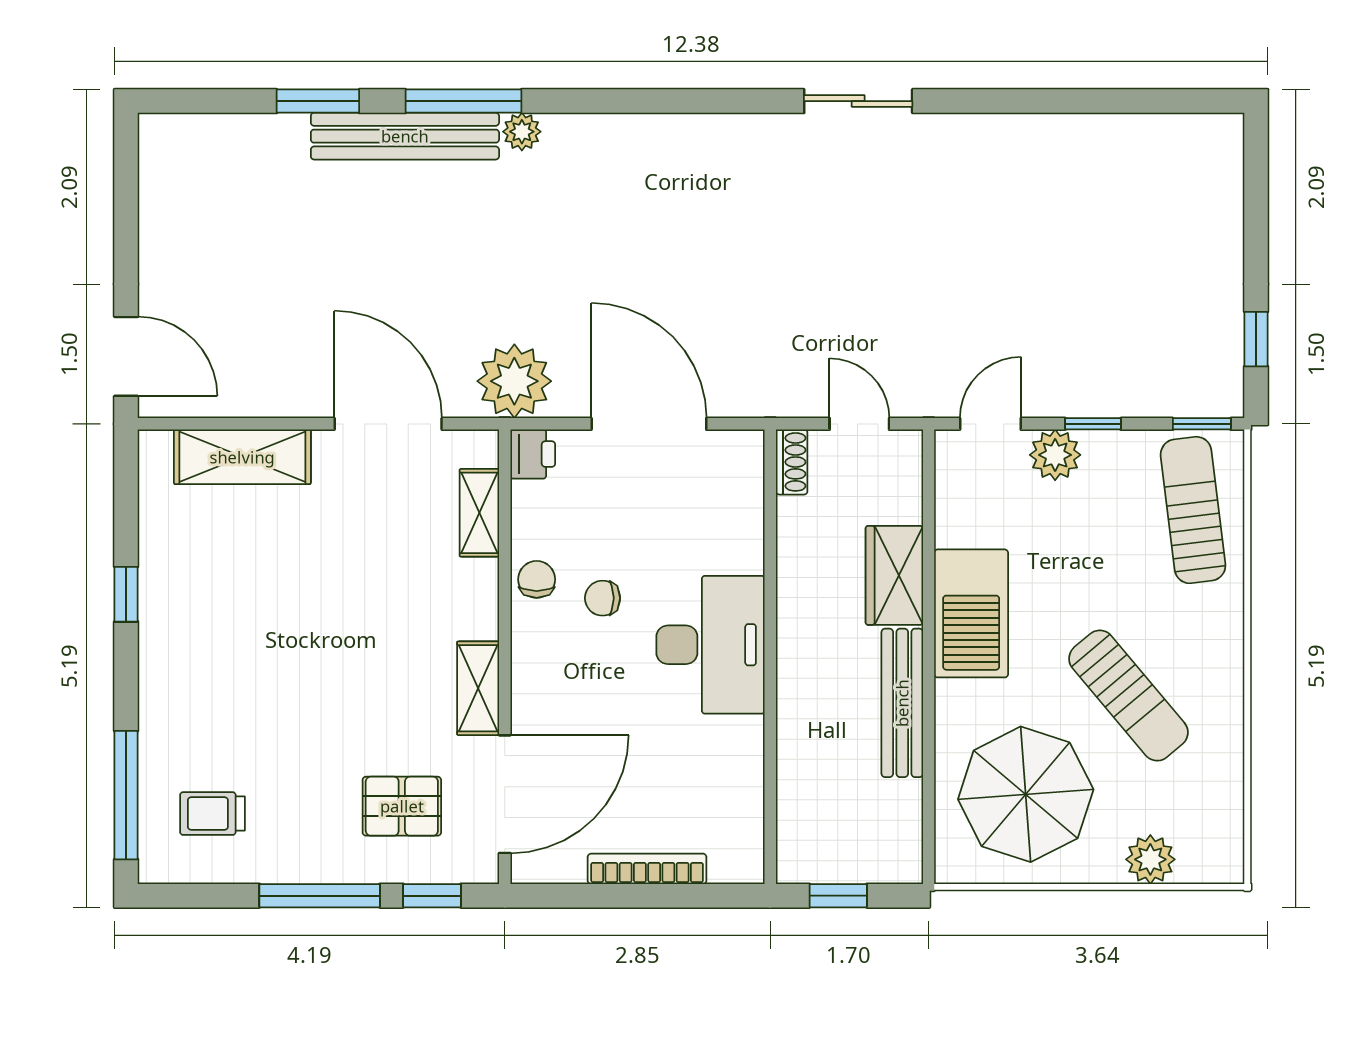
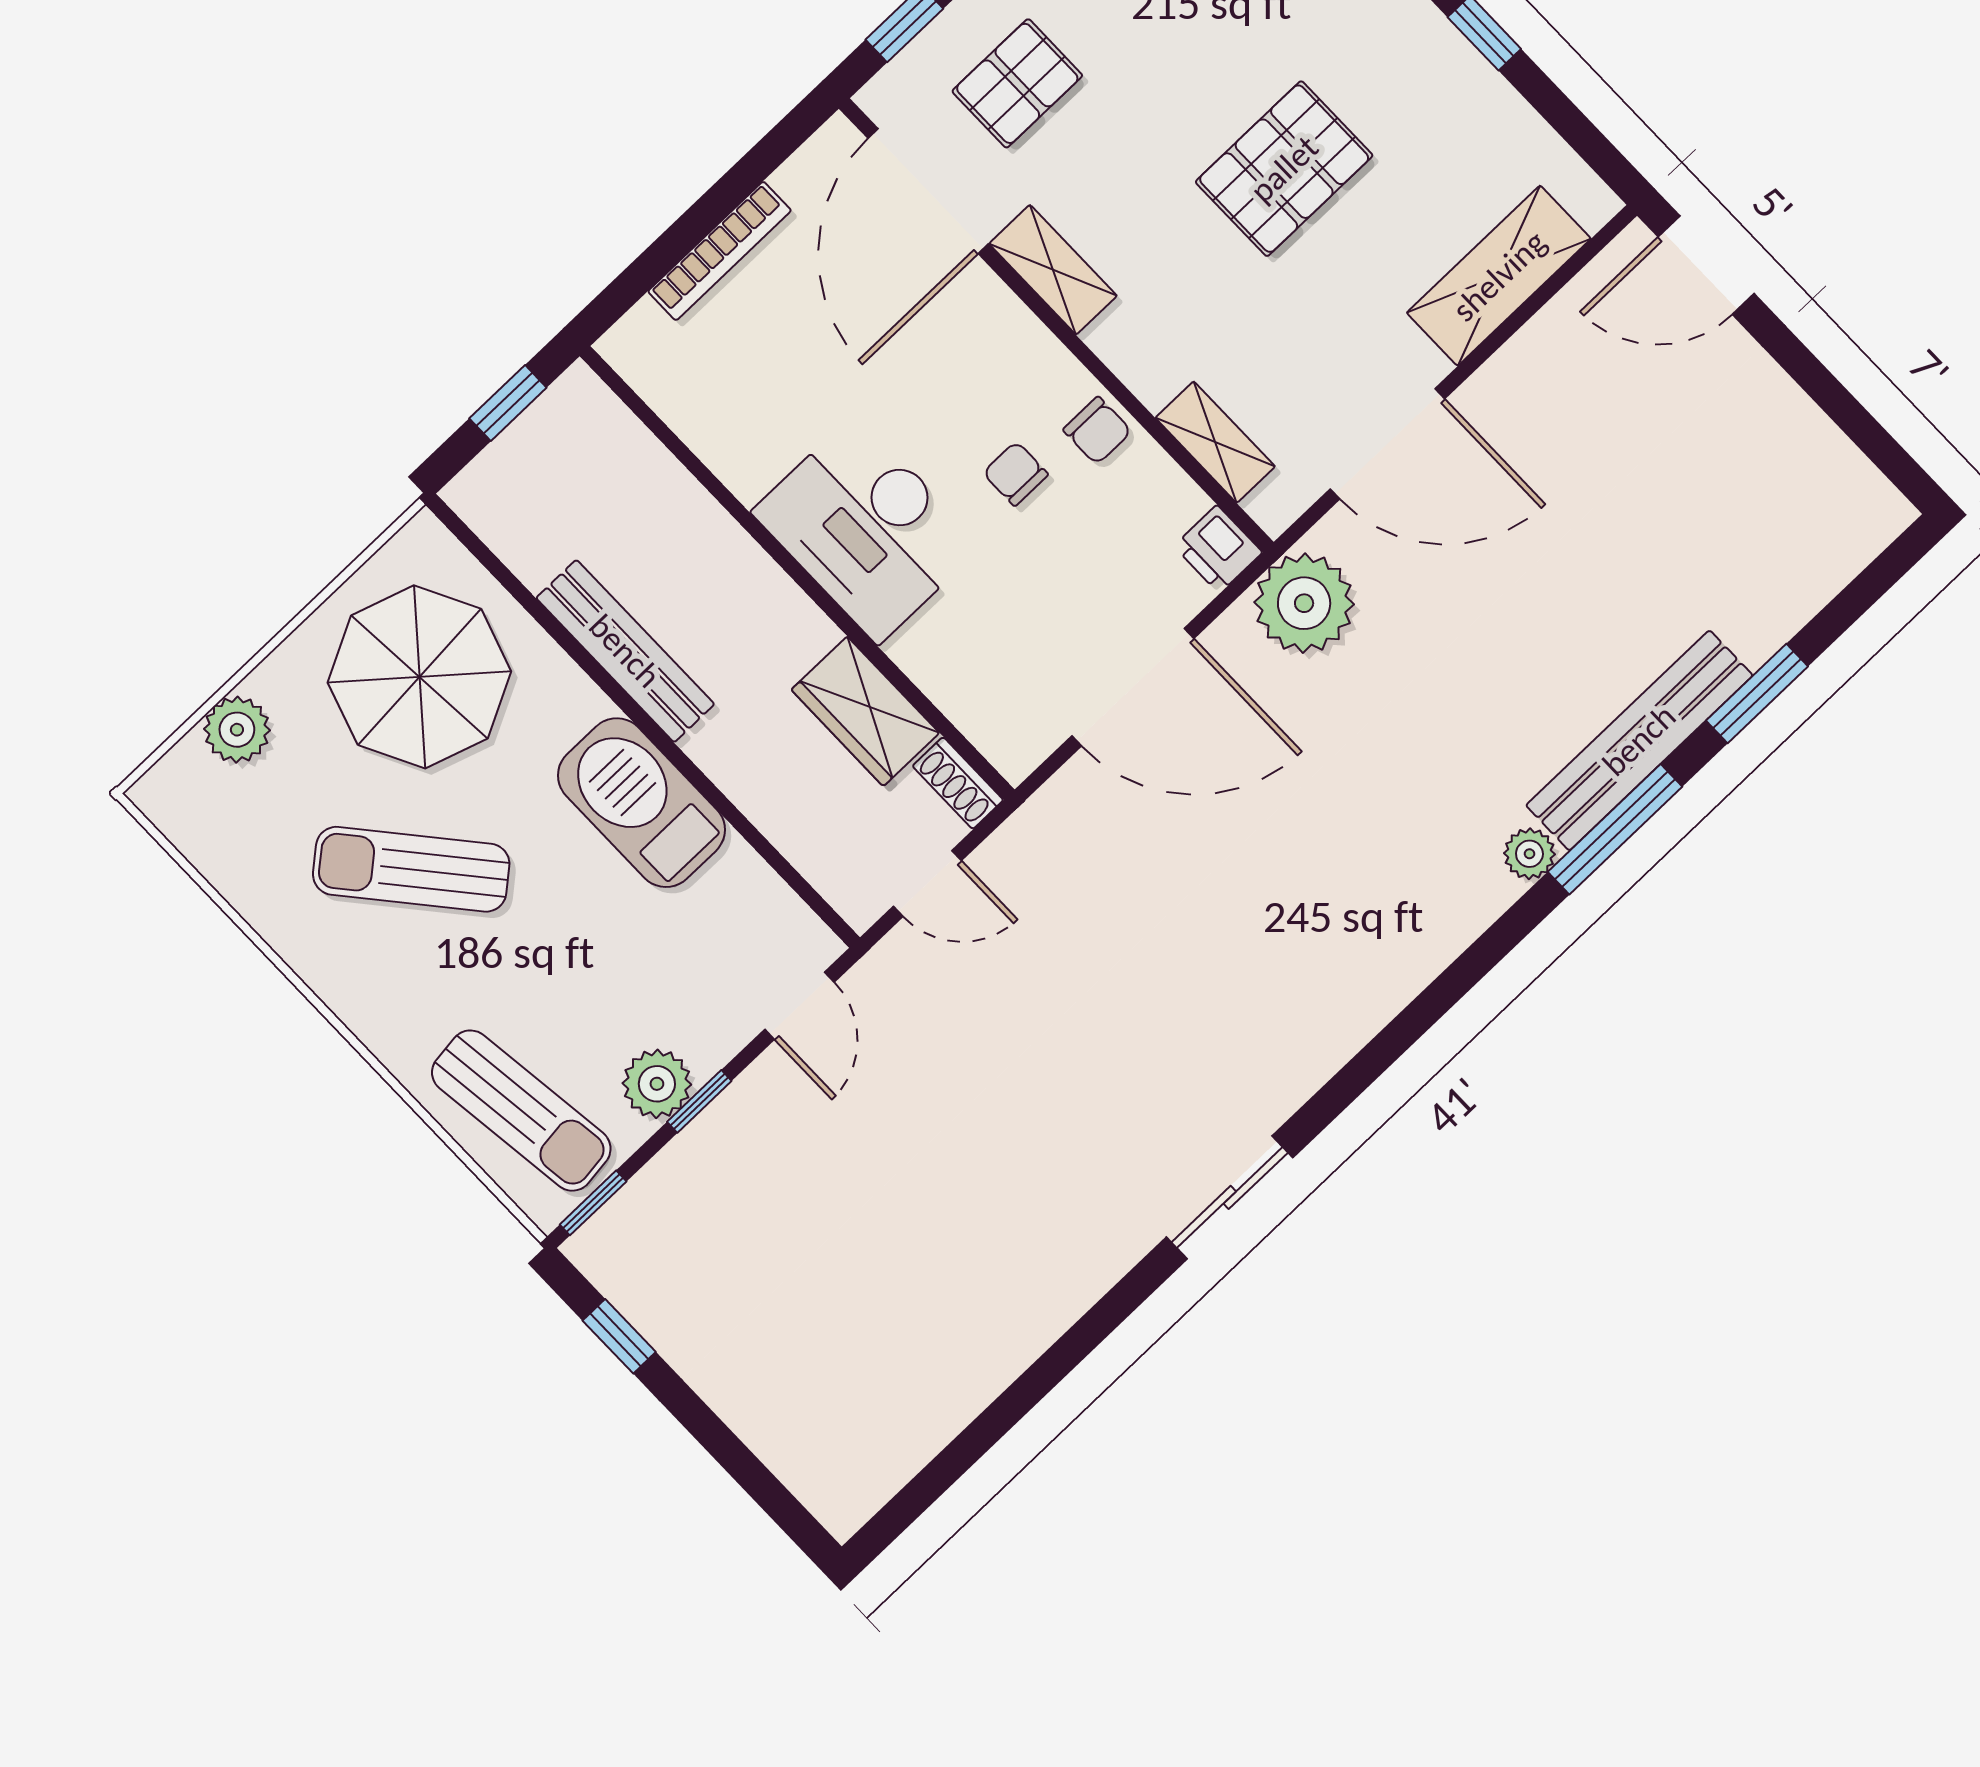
plant: (1055, 455) -> (657, 1084), moved
wardrobe: (894, 575) -> (865, 711), moved, turned 180
chair: (603, 598) -> (1015, 474), turned -90
pallet: (303, 624) -> (1284, 169), added

